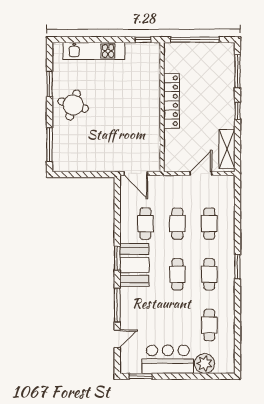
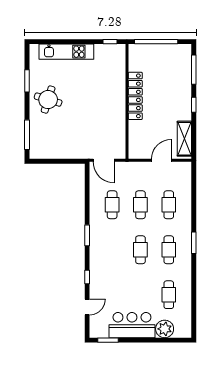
booth: (134, 265) -> (102, 241), removed
window: (117, 305) -> (87, 277), width x0.46

